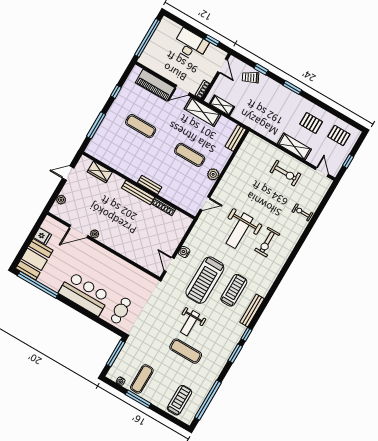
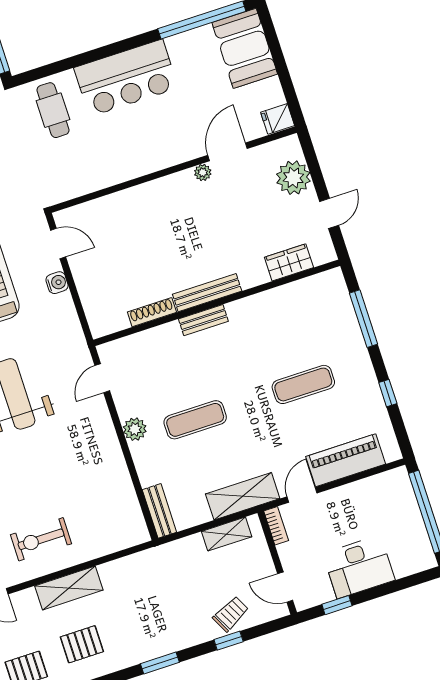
plant: (61, 200) -> (293, 178), width x1.88, depth x1.88
fridge: (42, 236) -> (278, 119), moved

